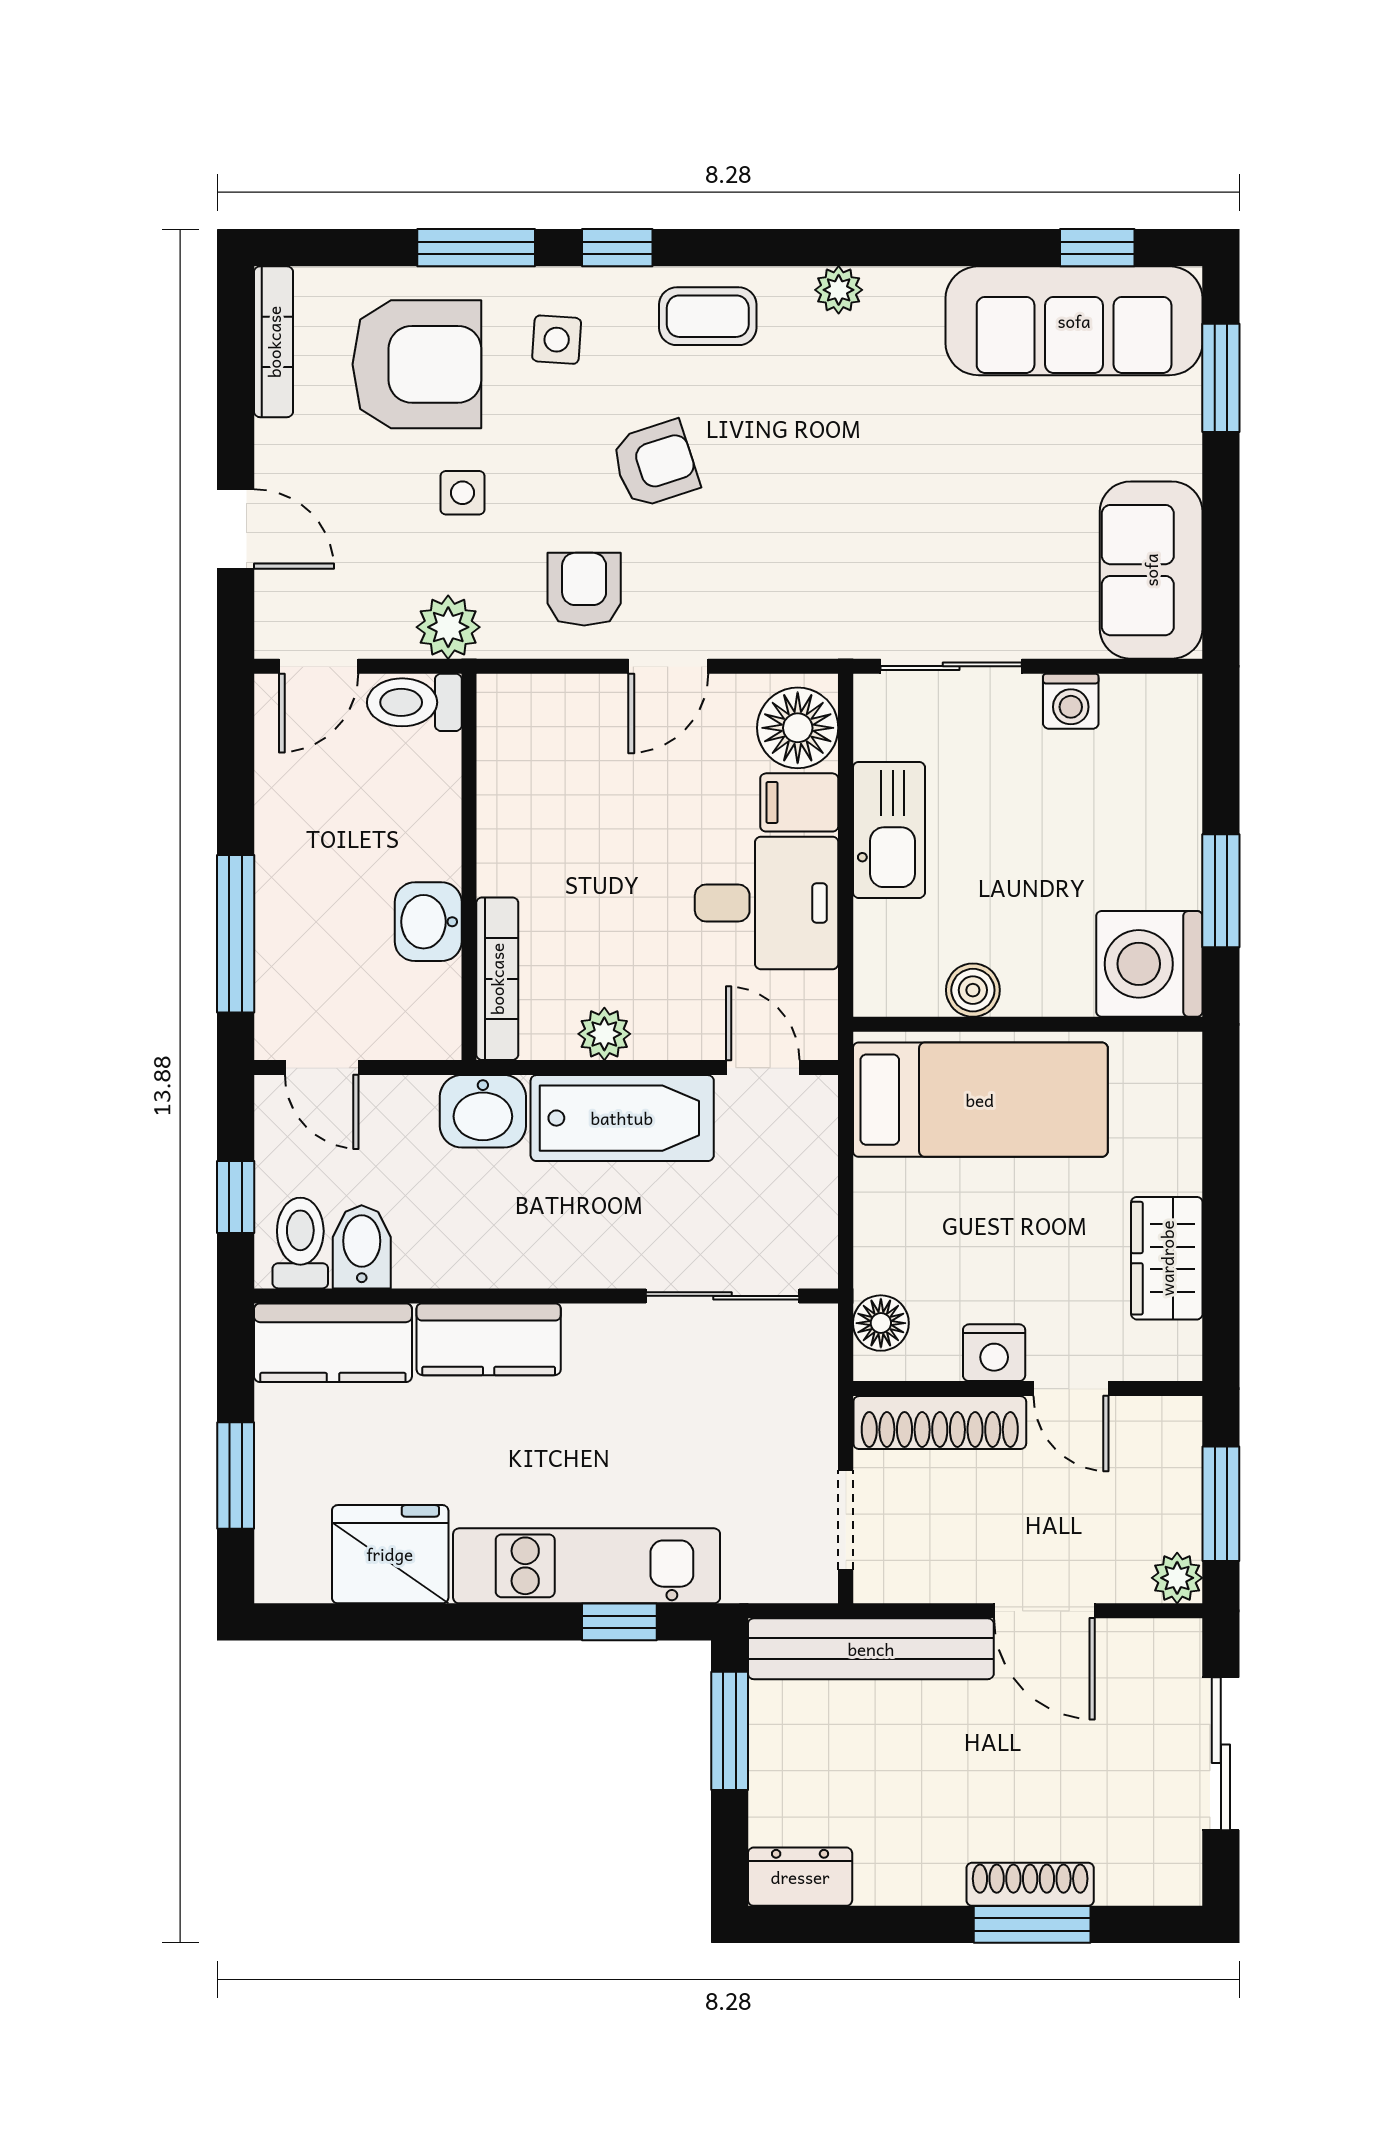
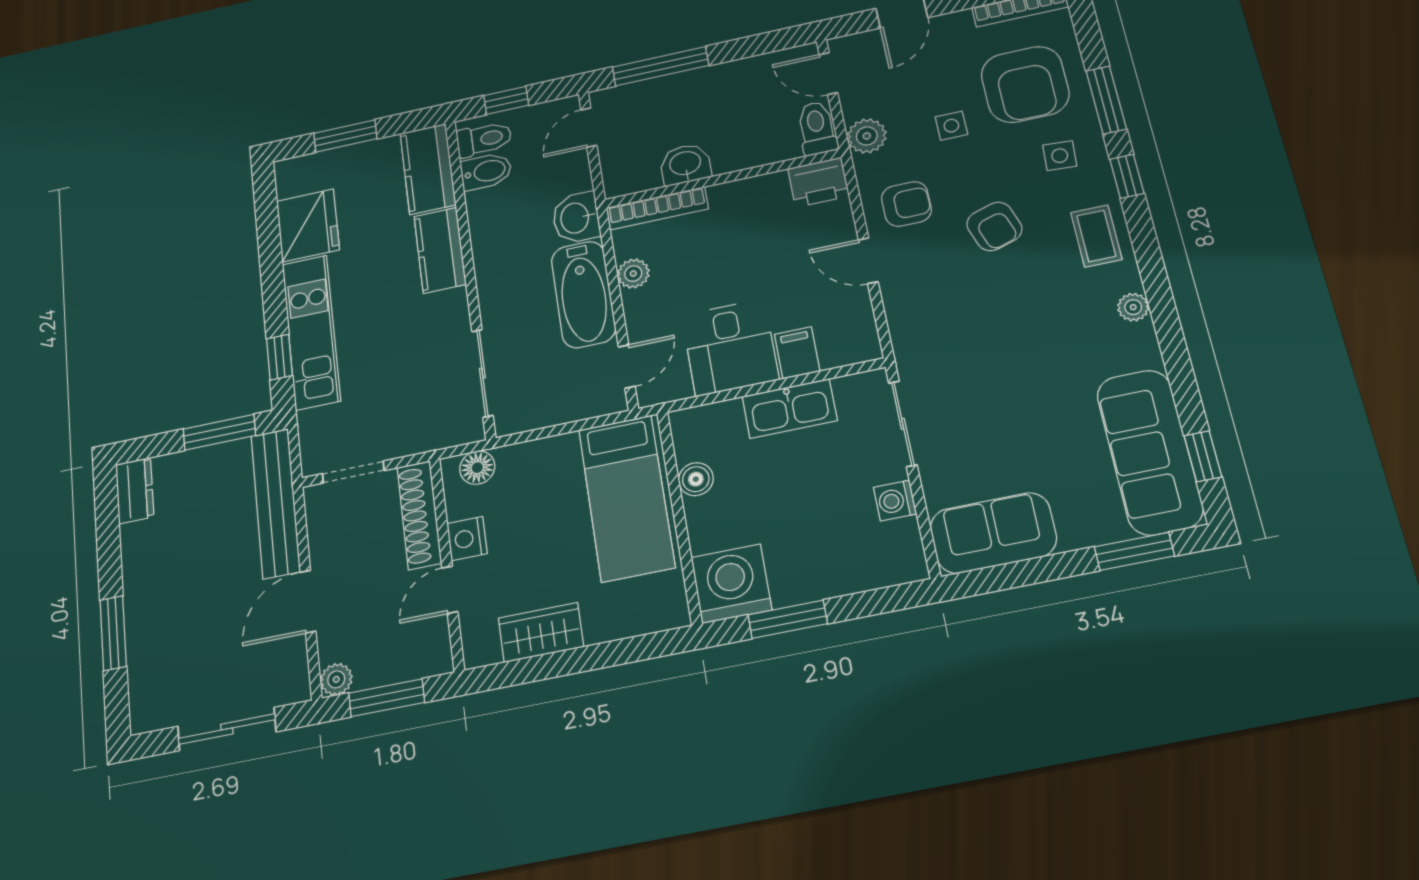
printer: (513, 717) -> (818, 182), added
floor lamp: (798, 728) -> (844, 342), removed
shoe rack: (1030, 1884) -> (138, 627), removed

